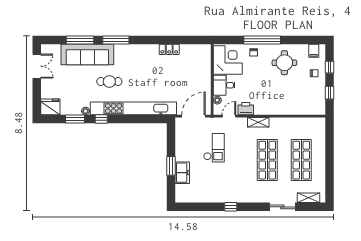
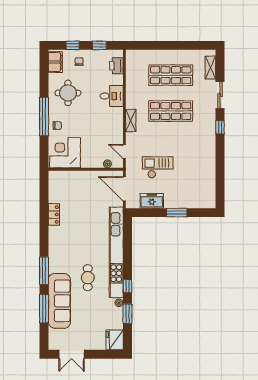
filing cabinet: (314, 51) -> (55, 62), width x2.00
double door: (37, 66) -> (72, 354), swing flipped
desk: (224, 85) -> (112, 96), moved, turned -90
printer: (246, 109) -> (116, 66), moved
freezer: (182, 173) -> (152, 201), moved
window: (231, 207) -> (220, 127), moved

